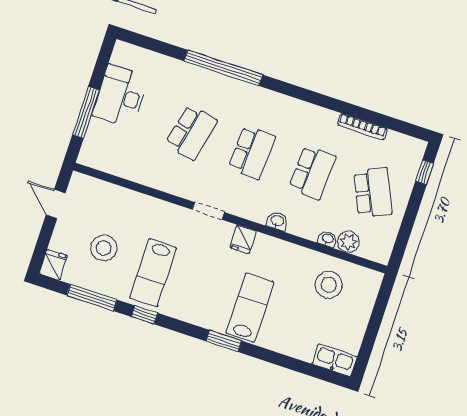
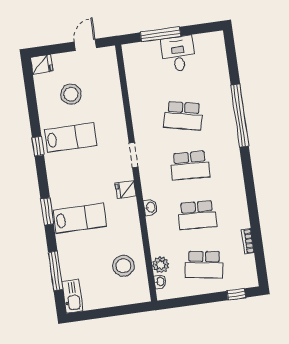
desk: (120, 96) -> (178, 54), width x0.73
bookcase: (362, 127) -> (248, 241), width x0.64
school desk: (373, 192) -> (204, 265), turned 33
washbasin: (327, 239) -> (160, 281), moved
lab bench: (153, 273) -> (71, 138), turned 180
window: (92, 297) -> (56, 271), moved

